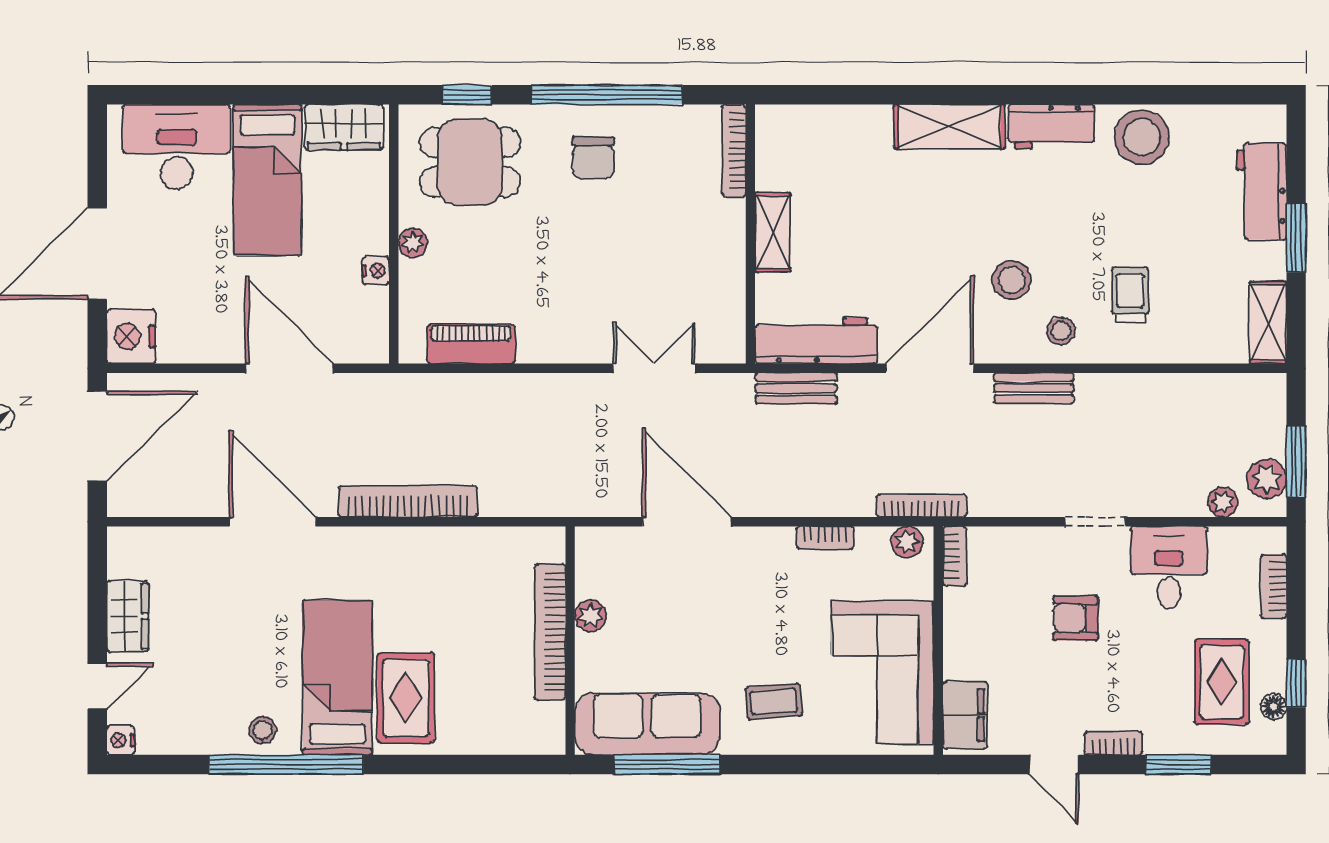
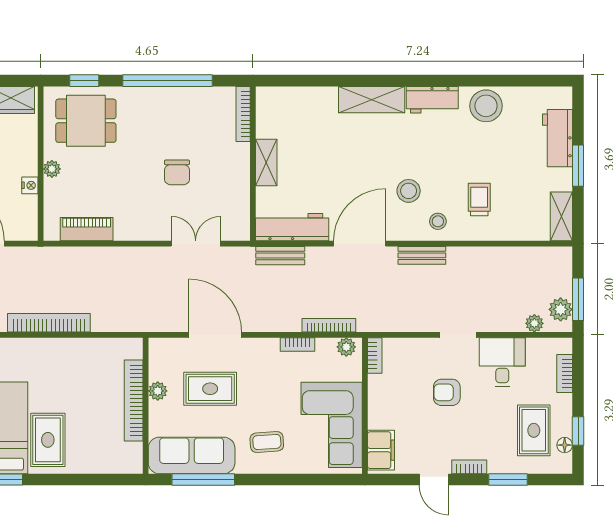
chair: (593, 158) -> (177, 172), moved
bookcase: (921, 506) -> (329, 325), moved
rug: (678, 612) -> (210, 389), added

